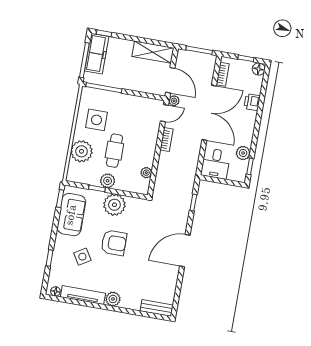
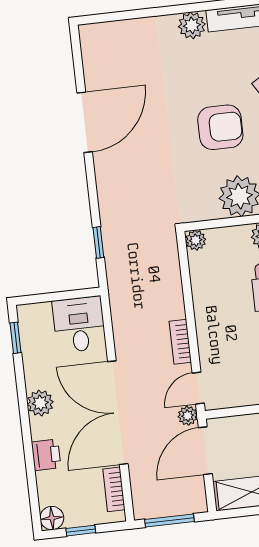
door: (170, 80) -> (205, 451), hinge flipped
plant: (243, 153) -> (40, 403), moved
plant: (146, 173) -> (196, 240), moved
armchair: (114, 243) -> (220, 127), turned 180
door: (185, 251) -> (85, 122), moved
bench: (156, 308) -> (108, 32), removed

